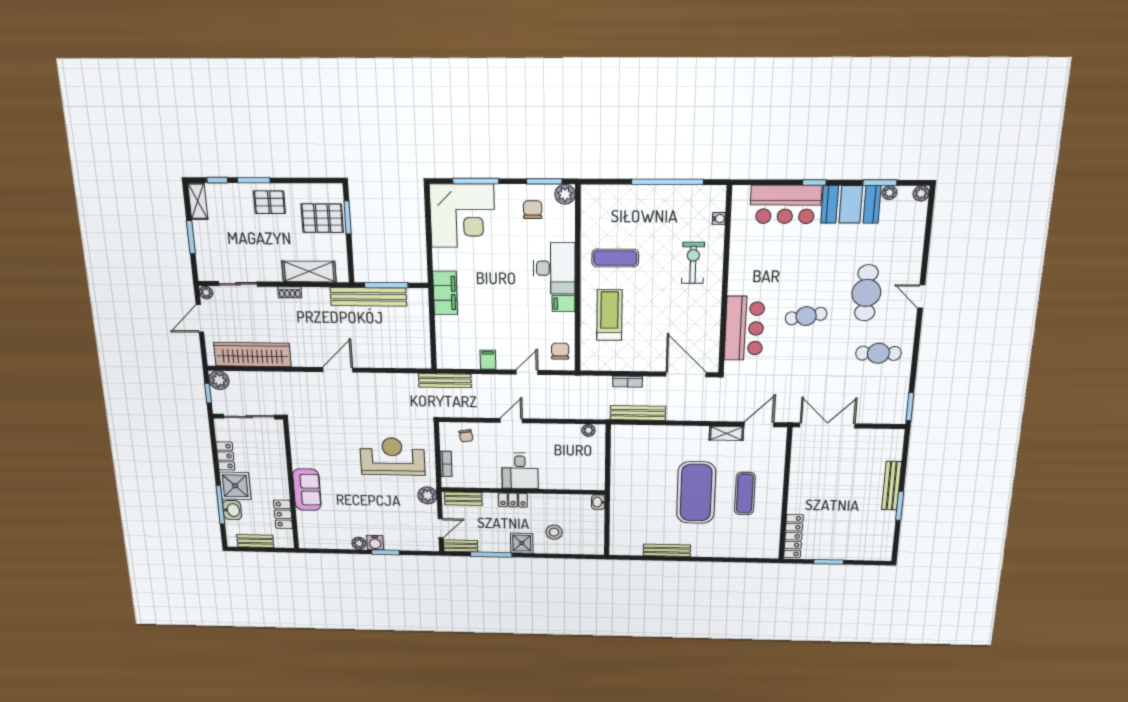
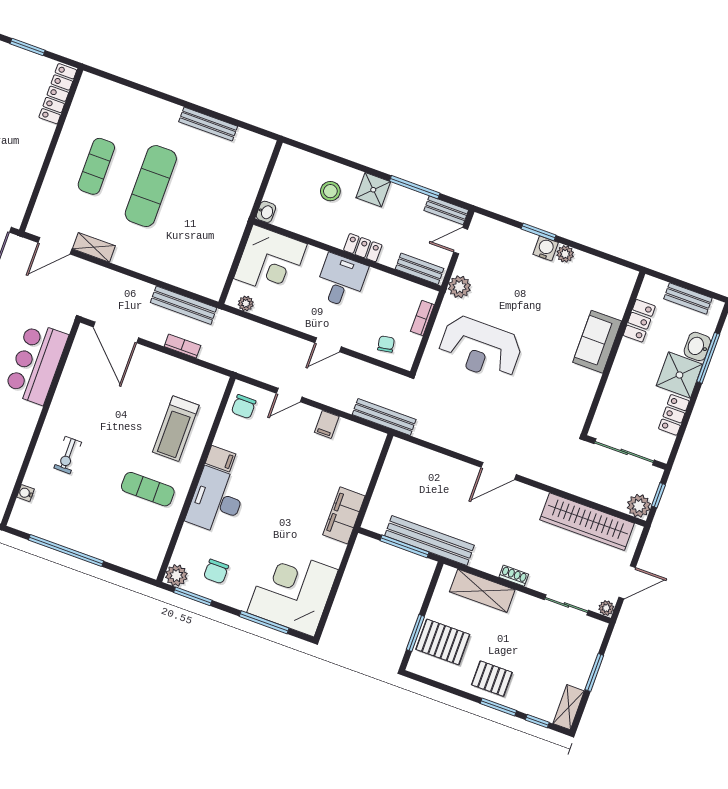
exercise bike: (693, 263) -> (68, 455), width x0.73, depth x0.72
corner desk: (581, 468) -> (270, 261), added
exercise mat: (696, 493) -> (151, 186), width x0.68

